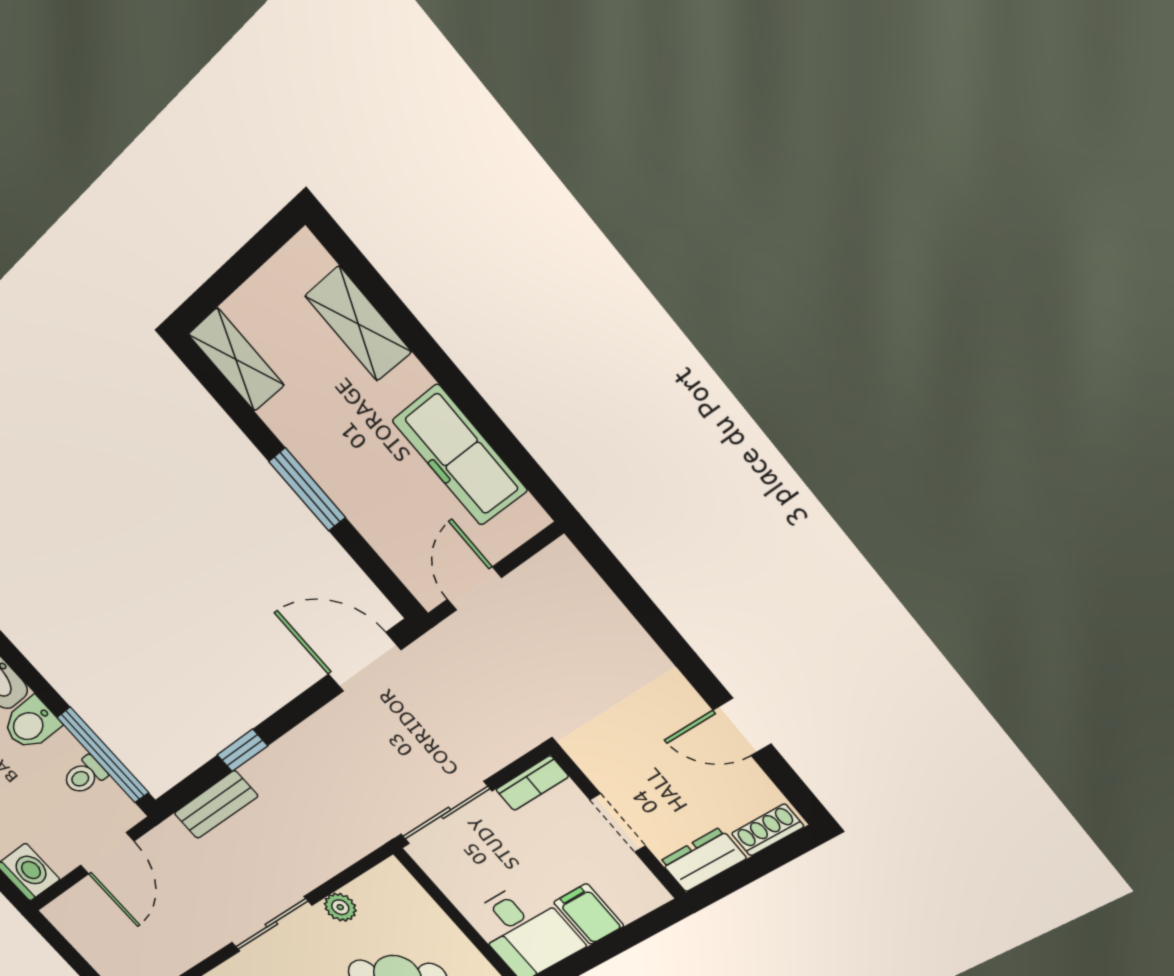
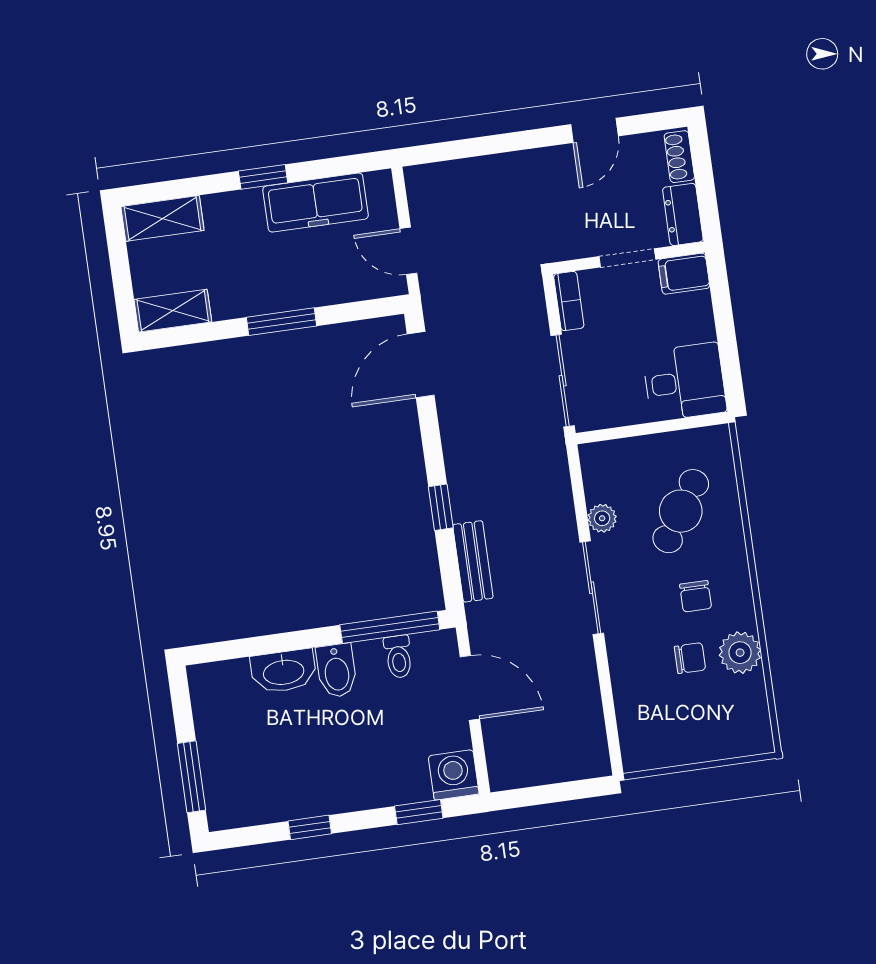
shelving: (358, 324) -> (162, 218), moved
window: (449, 377) -> (263, 177), added
filing cabinet: (589, 914) -> (684, 274), moved

